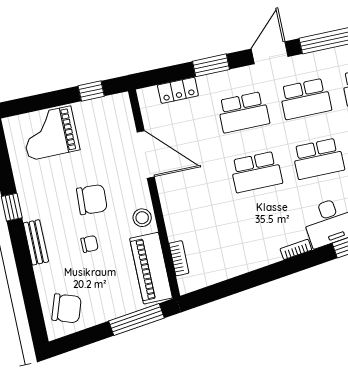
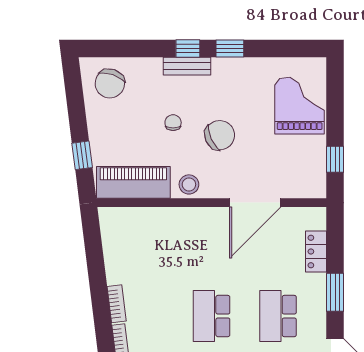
chair: (92, 200) -> (220, 135), turned -117
chair: (90, 244) -> (173, 123), turned 180
window: (20, 245) -> (188, 48), added
bookcase: (179, 258) -> (117, 304), moved, turned -97
window: (136, 319) -> (82, 155), width x0.46

